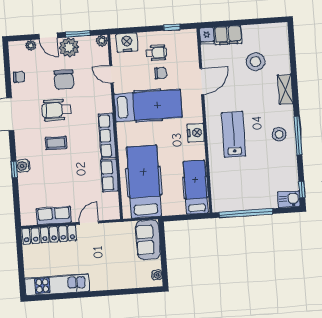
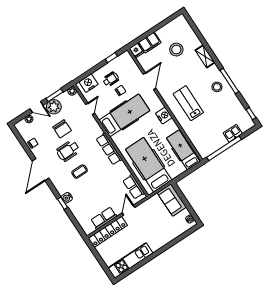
door: (111, 74) -> (90, 109), swing flipped
row of seats: (109, 175) -> (134, 187), moved
kitchen sink: (289, 199) -> (233, 133), moved

